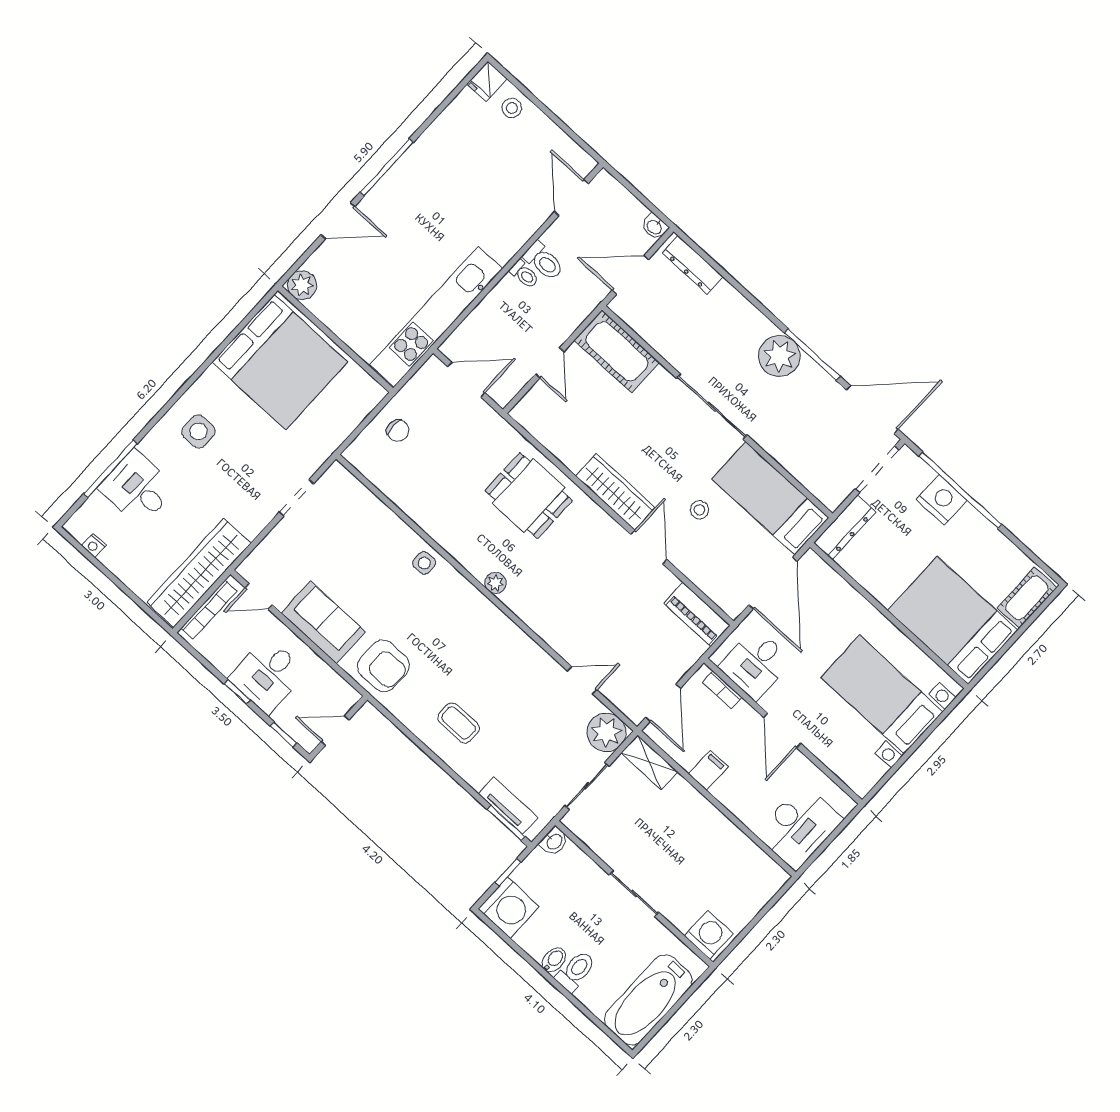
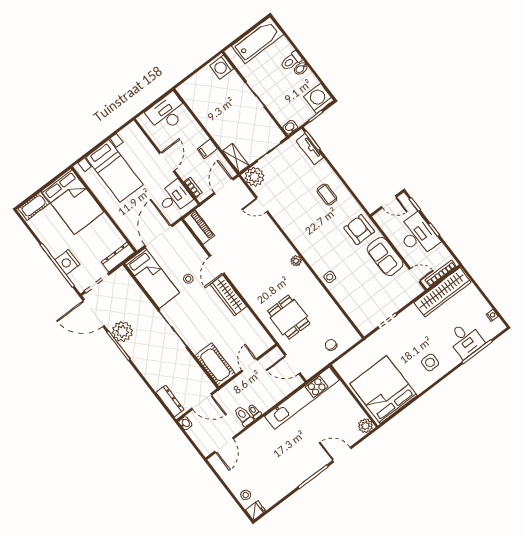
plant: (779, 356) -> (122, 332), moved
dining table: (529, 496) -> (289, 317), moved
desk: (267, 675) -> (418, 235), width x1.37

